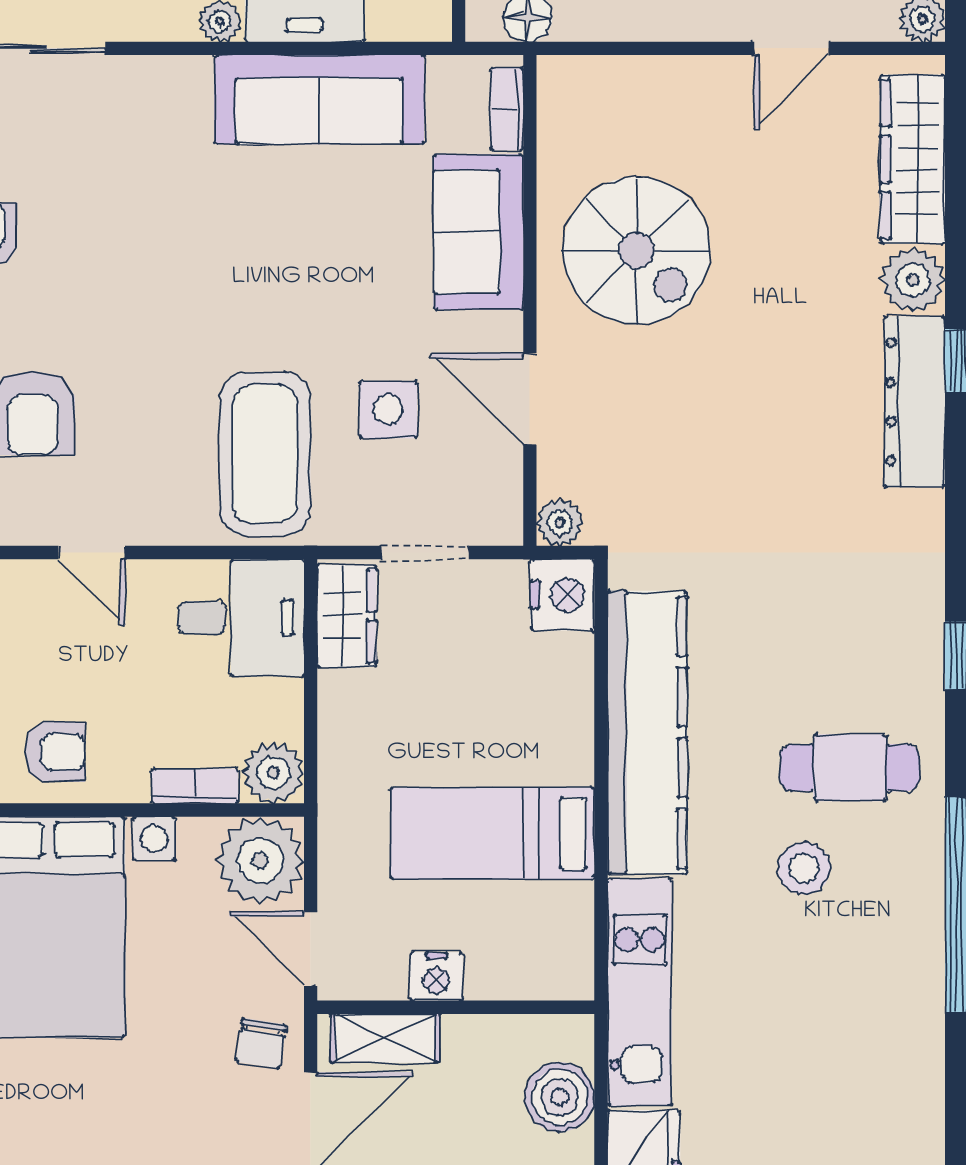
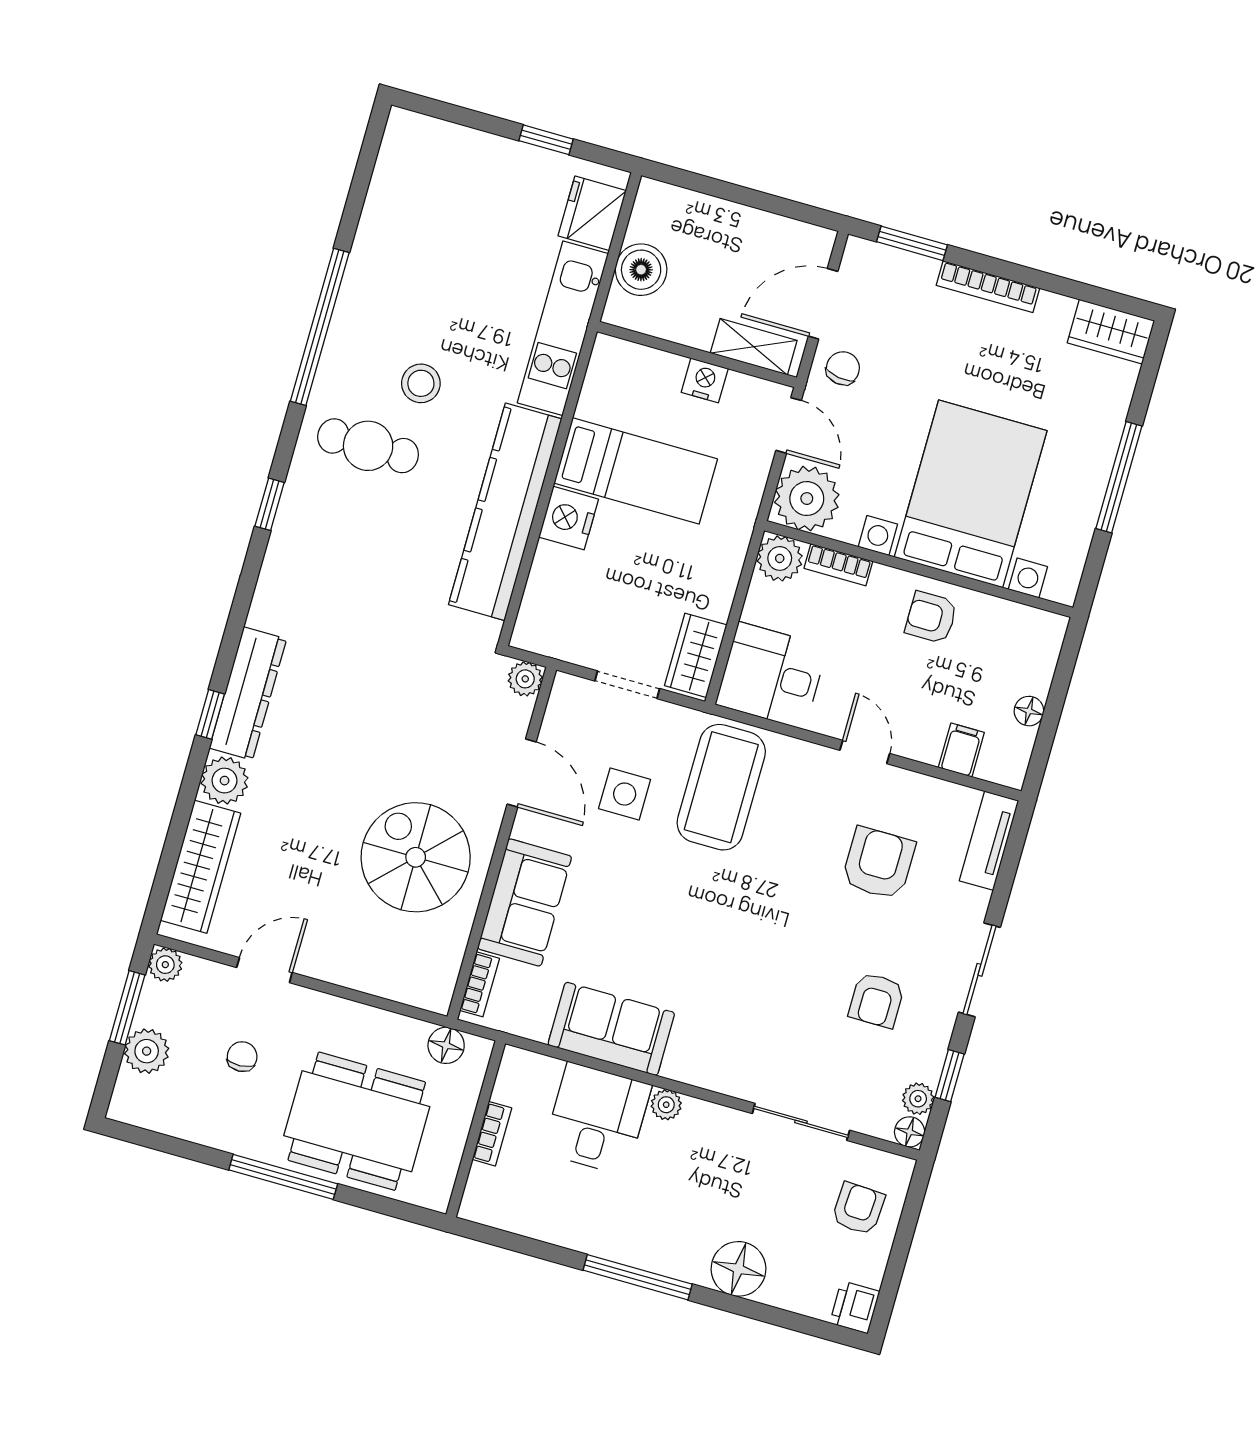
sofa: (319, 100) -> (611, 1029), width x0.73
nightstand: (562, 595) -> (569, 518), moved

